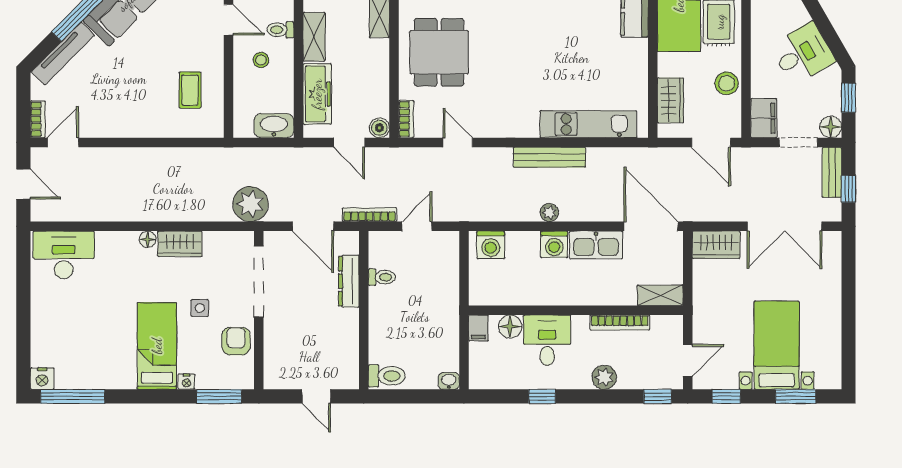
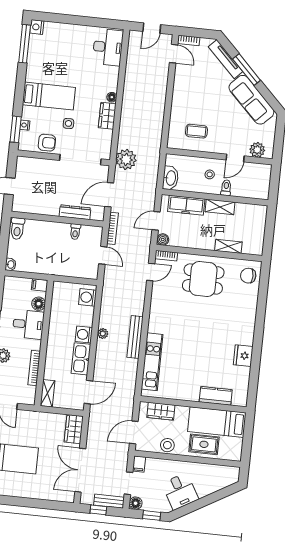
filing cabinet: (764, 118) -> (139, 464), width x0.50
door: (458, 142) -> (151, 272), moved
door: (651, 226) -> (88, 392), width x0.73
nightstand: (187, 382) -> (25, 125), moved

